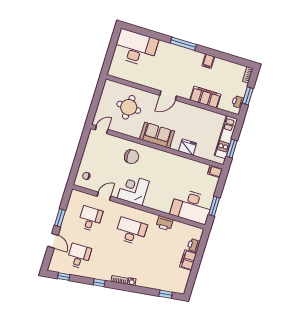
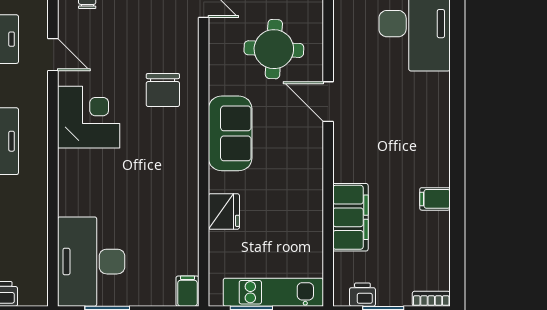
window: (183, 44) -> (457, 129), removed
door: (168, 96) -> (328, 102), moved
printer: (165, 223) -> (34, 212), removed

